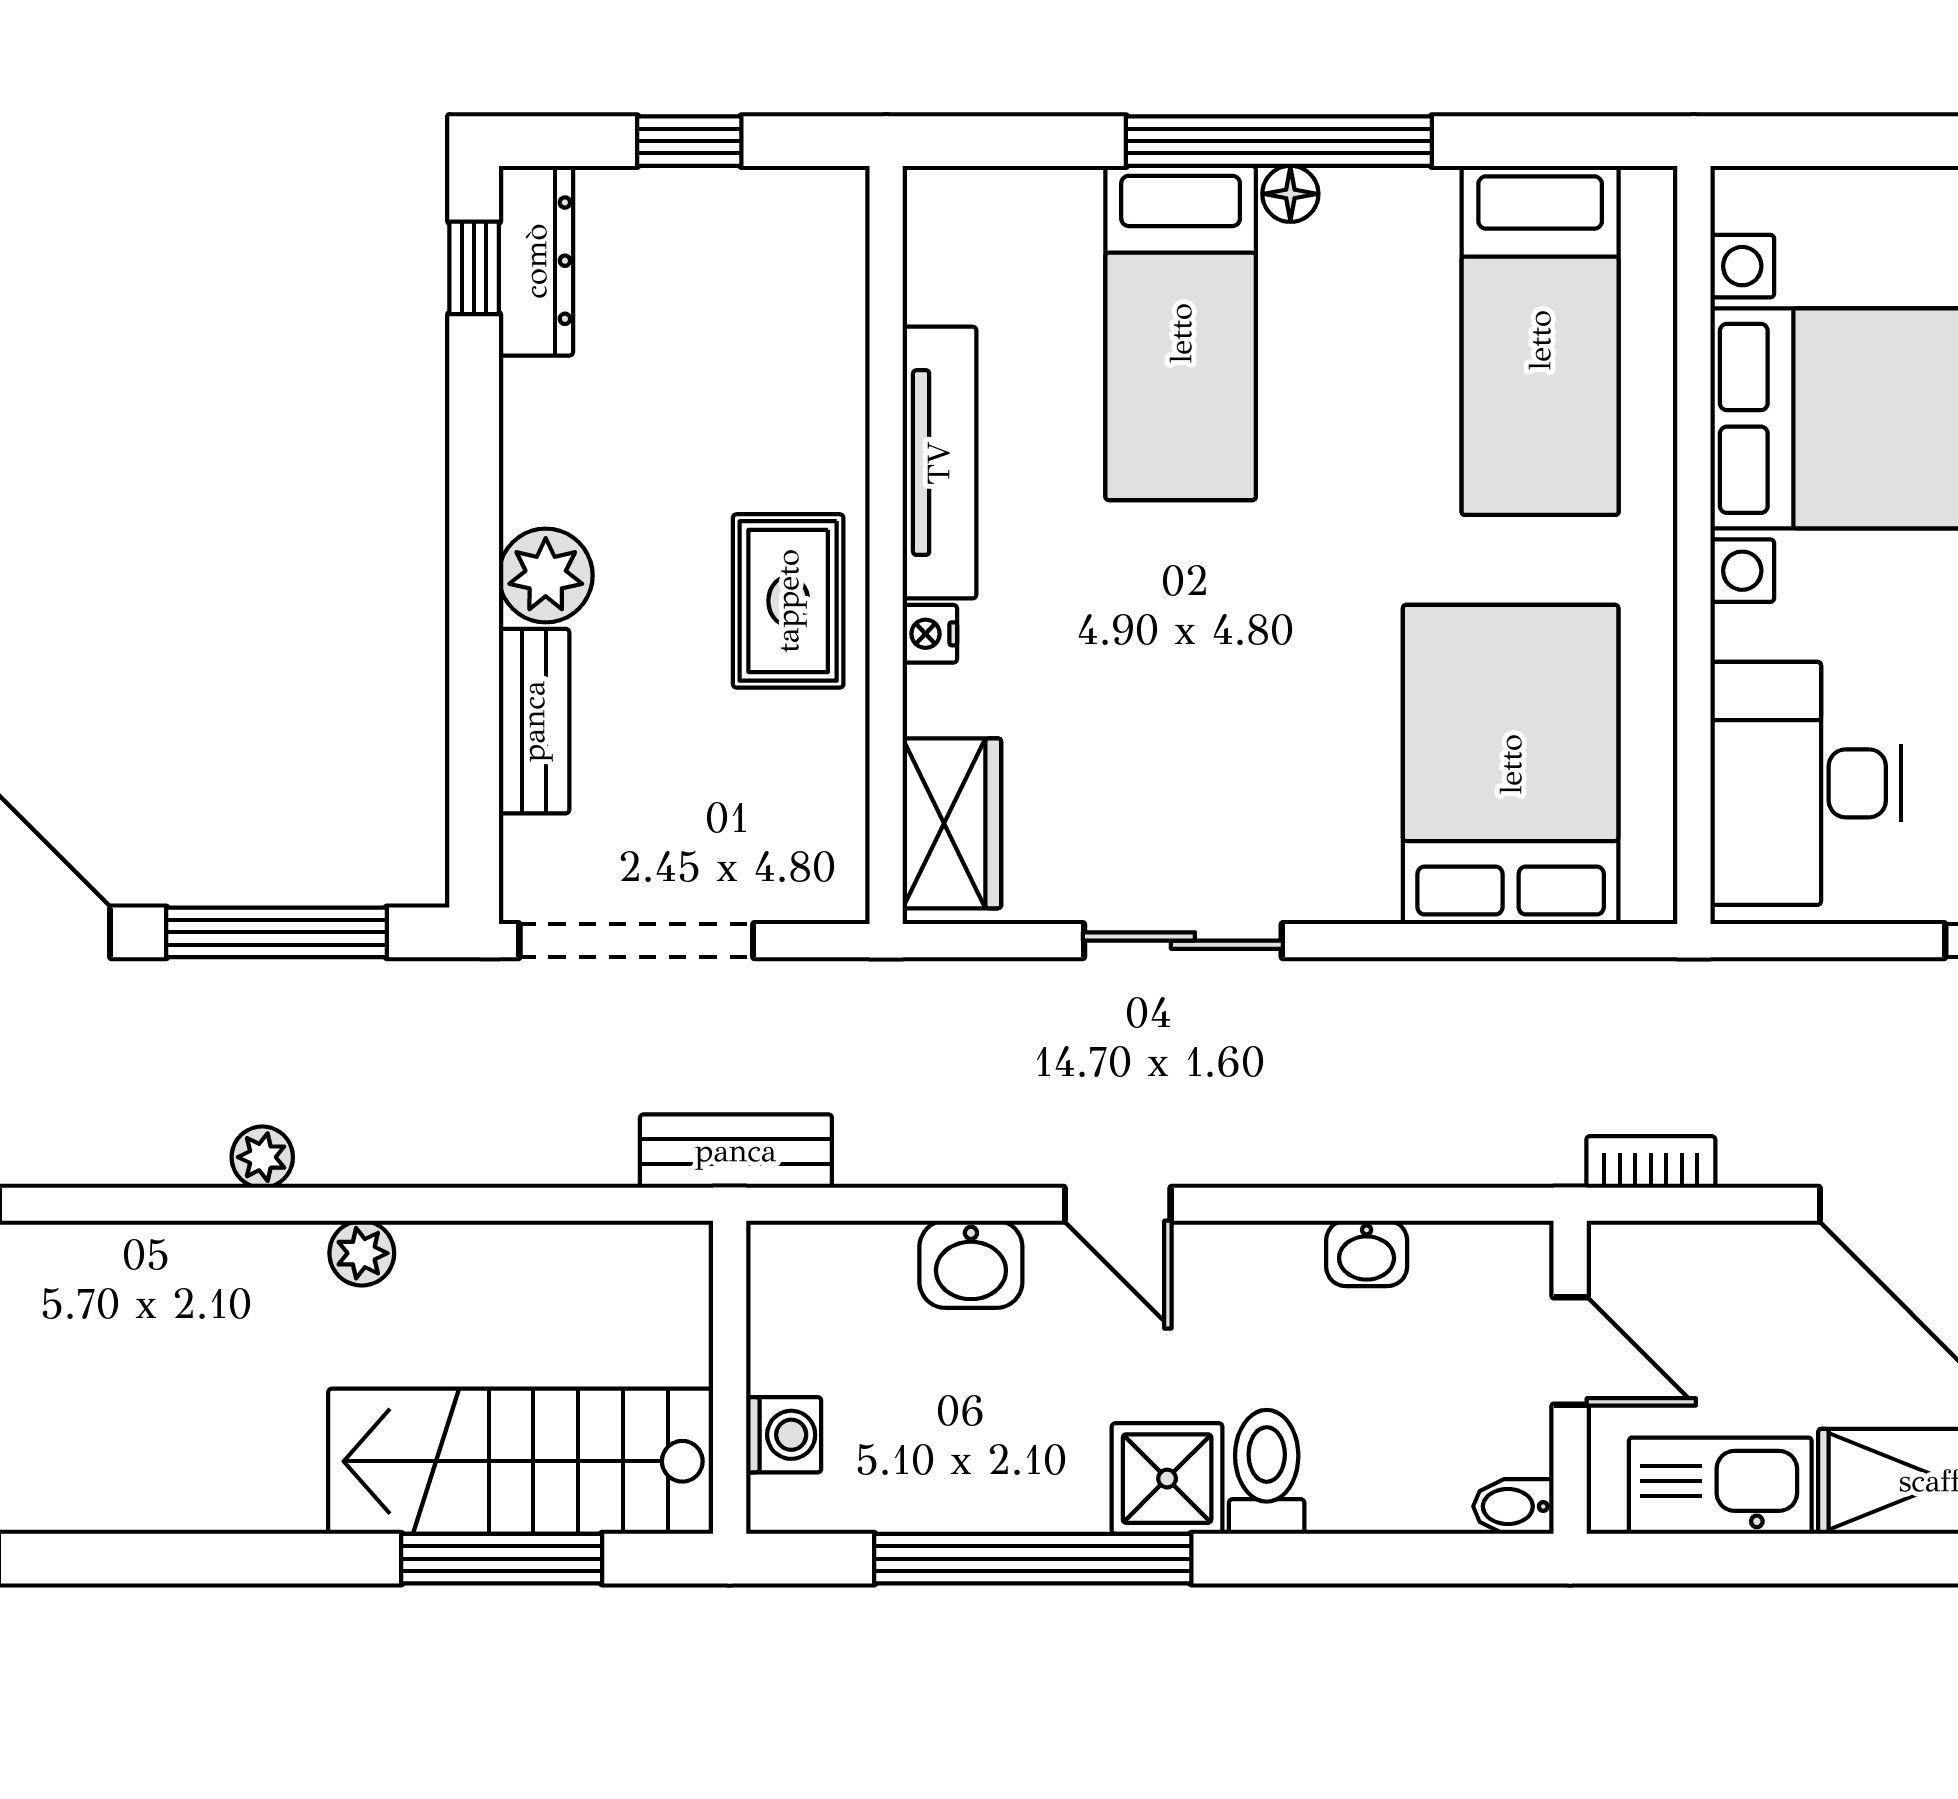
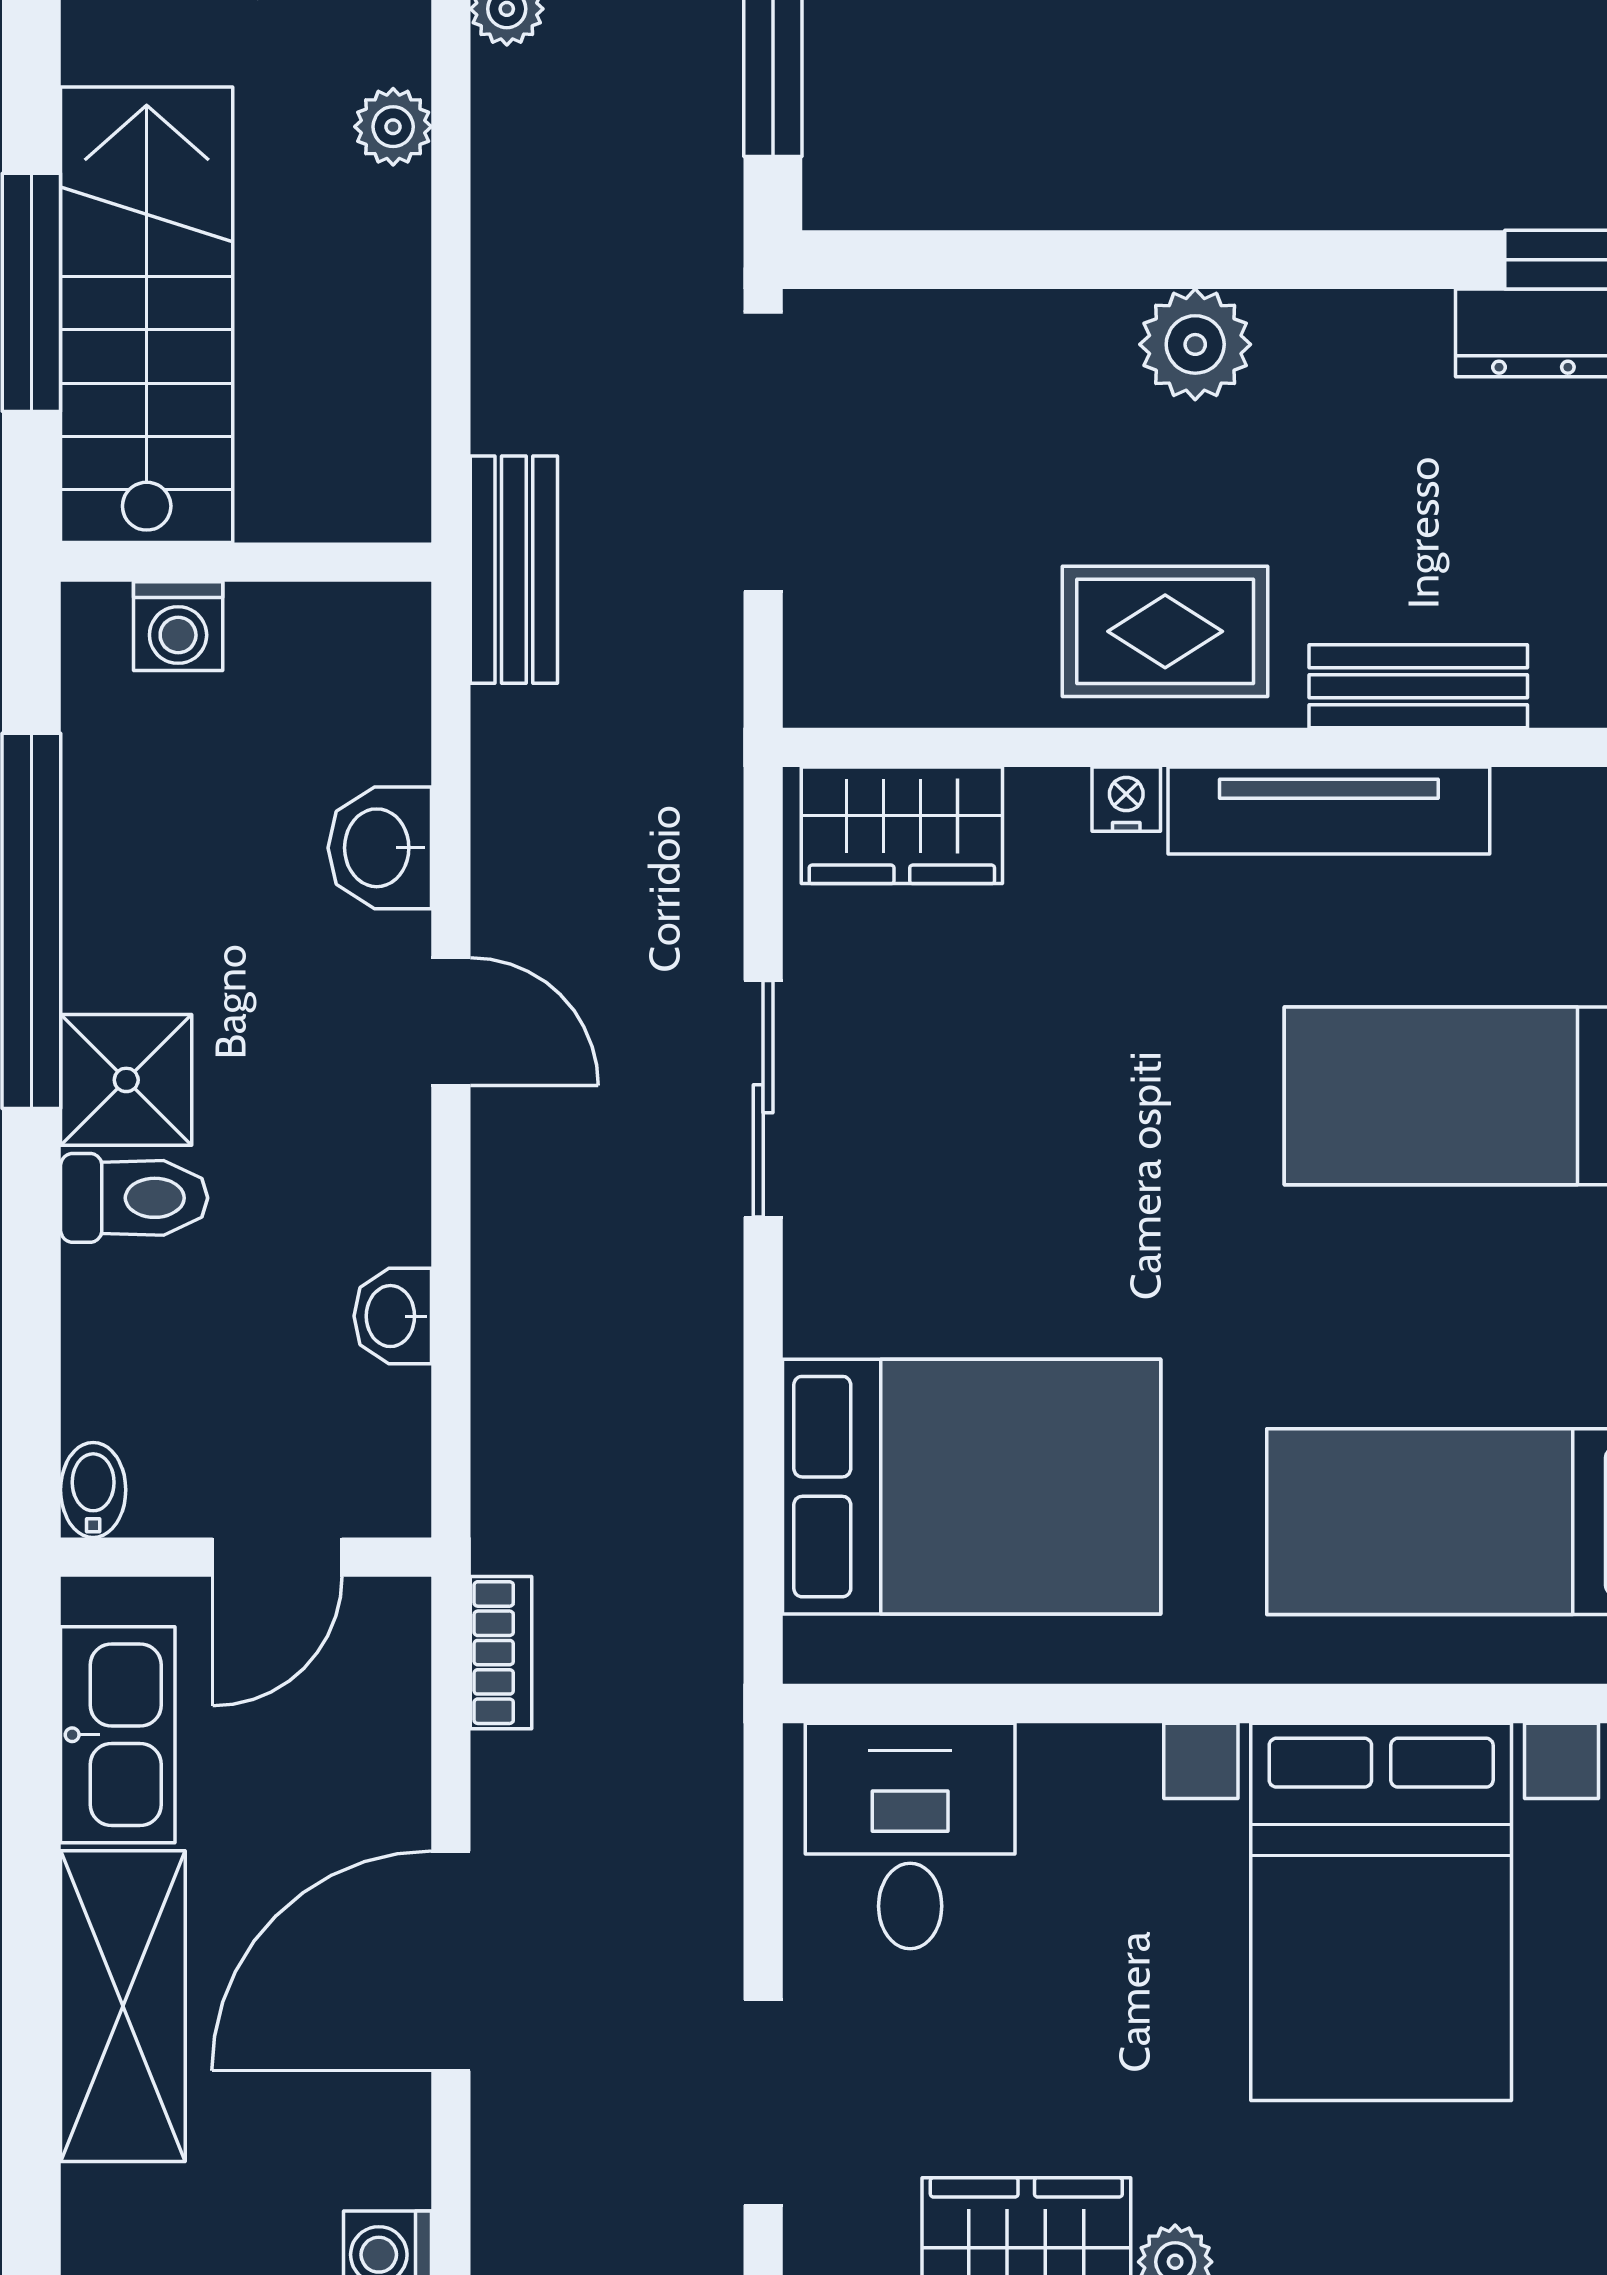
bench: (534, 721) -> (1418, 686), moved
desk: (1806, 783) -> (910, 1836), width x0.73
door: (1118, 1204) -> (451, 1021), swing flipped

